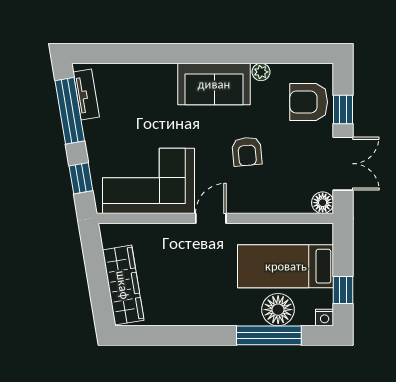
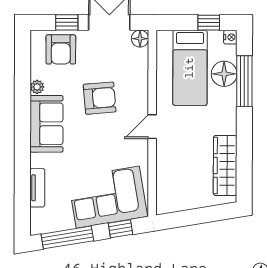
tv unit: (86, 95) -> (37, 188), moved, turned 99
armchair: (247, 151) -> (100, 98), width x1.38, depth x1.38
corner sofa: (148, 181) -> (108, 197), moved, turned 81
door: (211, 218) -> (152, 127), hinge flipped
wardrobe: (123, 285) -> (225, 166), moved, turned -81

